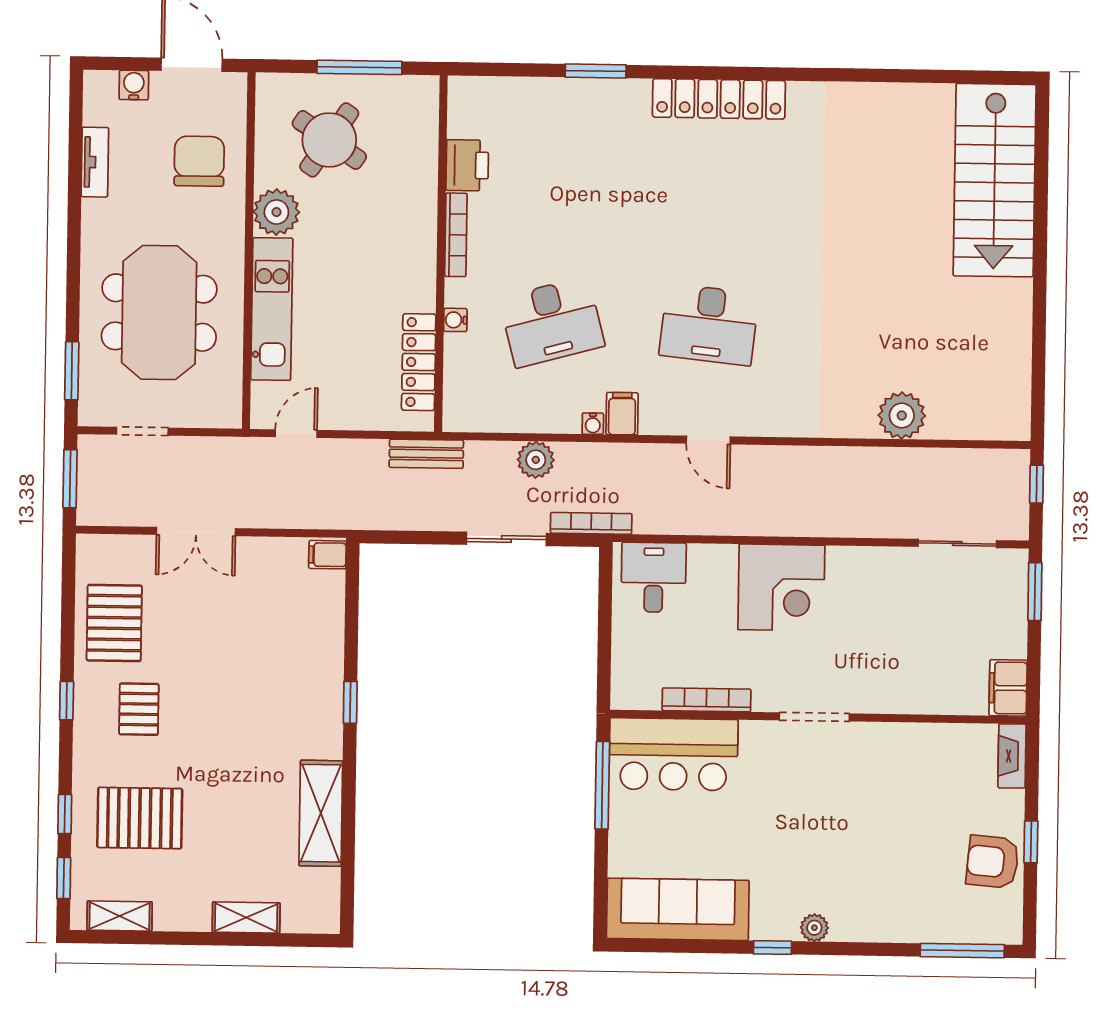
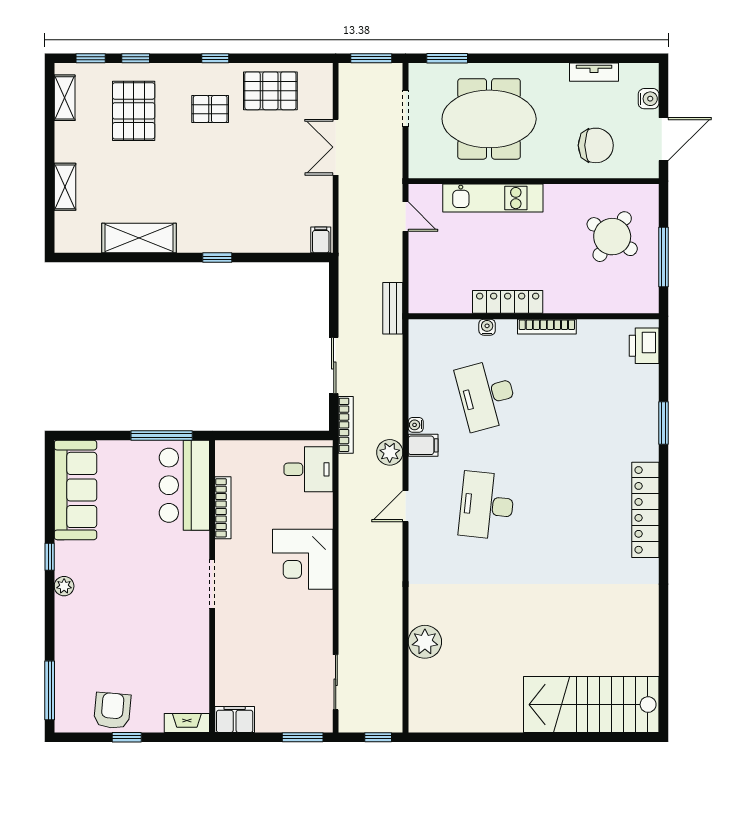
printer: (467, 165) -> (644, 346), moved, turned 90
plant: (276, 212) -> (561, 200), removed
locker: (419, 362) -> (508, 302), moved
plant: (536, 460) -> (390, 452), moved

